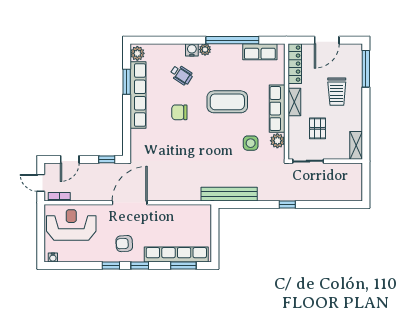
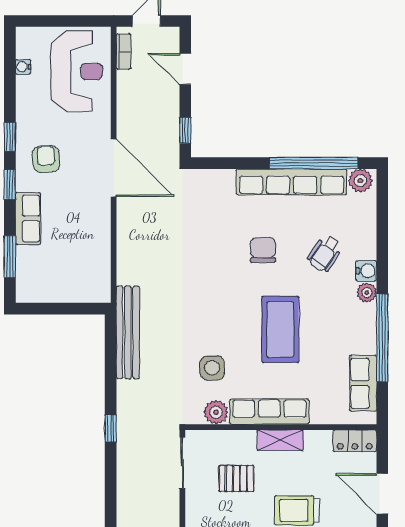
locker: (295, 64) -> (355, 441), width x0.66
window: (127, 82) -> (314, 163), width x2.11
row of seats: (176, 254) -> (28, 218), width x0.50
water cooler: (53, 257) -> (23, 67), moved

